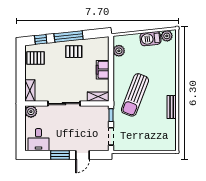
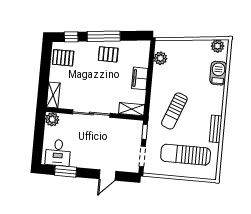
barbecue: (150, 39) -> (218, 73), moved, turned 96
sun lounger: (135, 95) -> (174, 111), width x0.73, depth x0.75
sun lounger: (148, 131) -> (186, 155), added
window: (60, 155) -> (66, 171), moved

